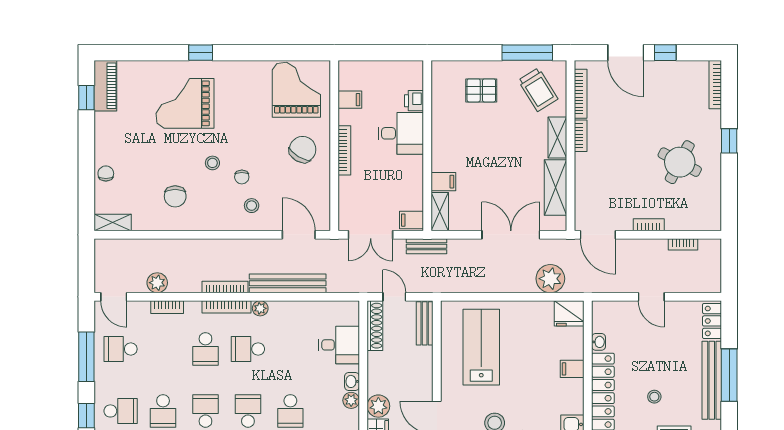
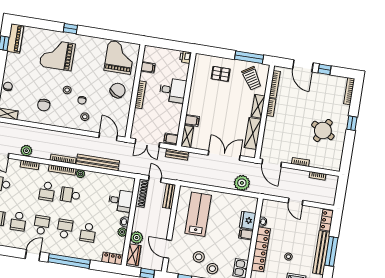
printer: (414, 101) -> (185, 57), moved
fridge: (569, 313) -> (248, 220), moved, turned 90

